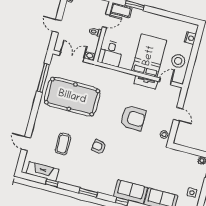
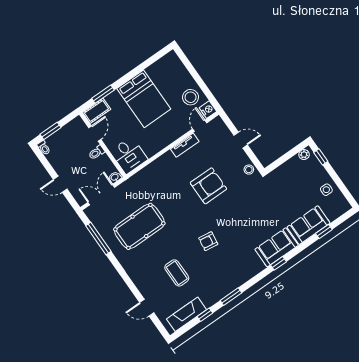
nightstand: (190, 38) -> (208, 110), moved
bed: (149, 56) -> (144, 99), moved, turned 180
pool table: (72, 97) -> (139, 226), width x0.73, depth x0.76
window: (88, 193) -> (231, 297), moved

